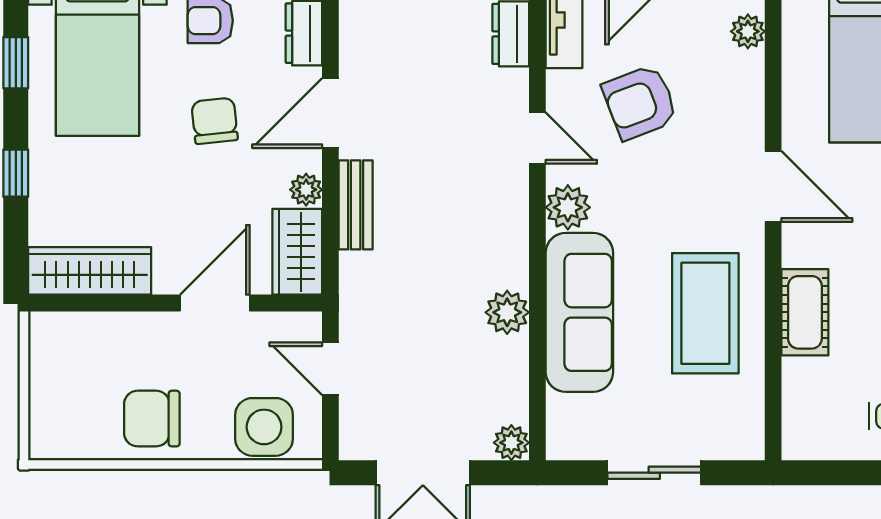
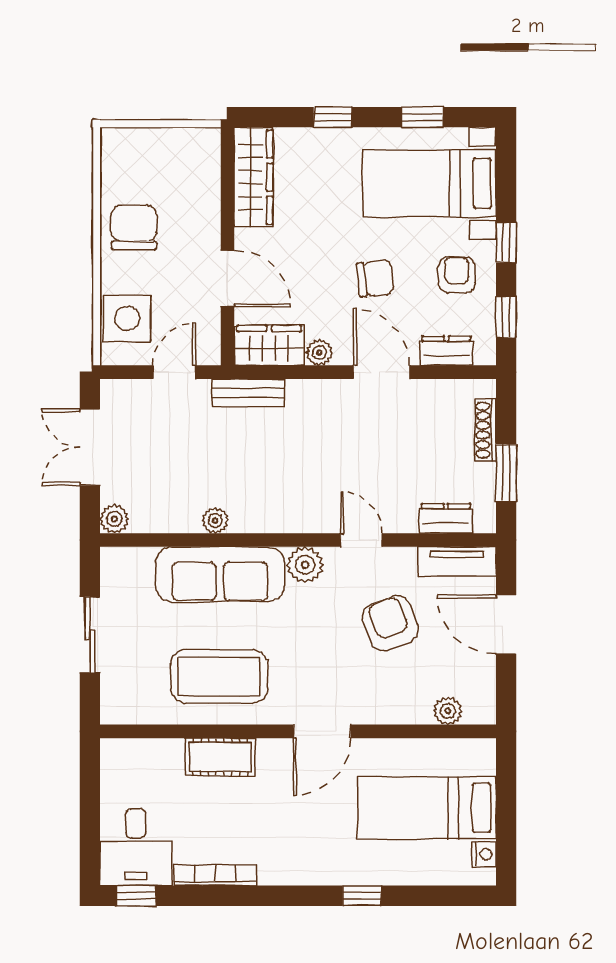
door: (537, 138) -> (361, 540), swing flipped
bench: (356, 205) -> (248, 393), moved
plant: (507, 312) -> (215, 520), width x0.73, depth x0.73

